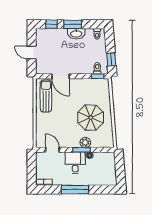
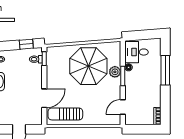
parasol: (91, 118) -> (88, 66), width x1.36, depth x1.36
desk: (75, 163) -> (137, 52), moved
window: (75, 190) -> (165, 70), moved

